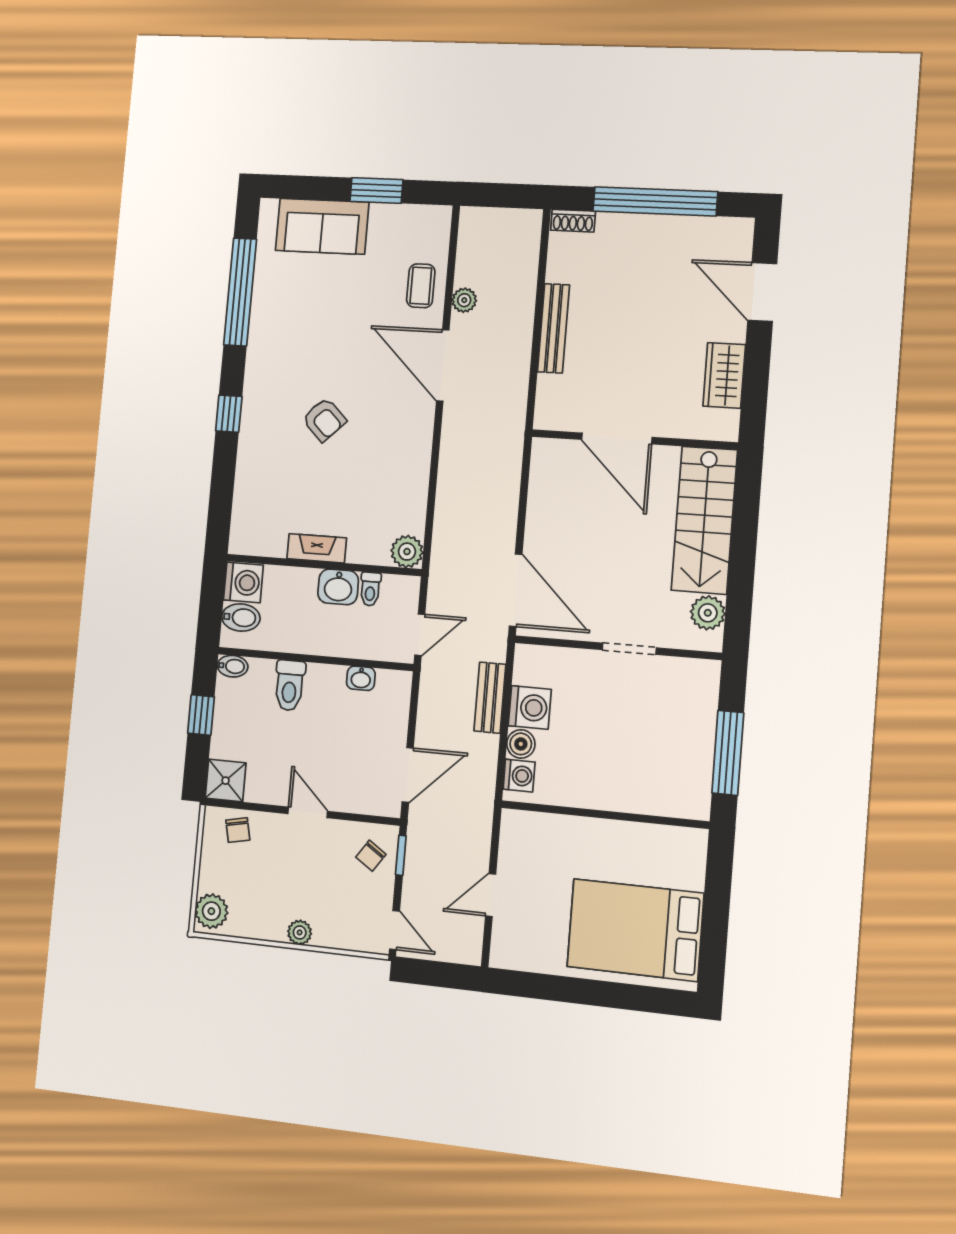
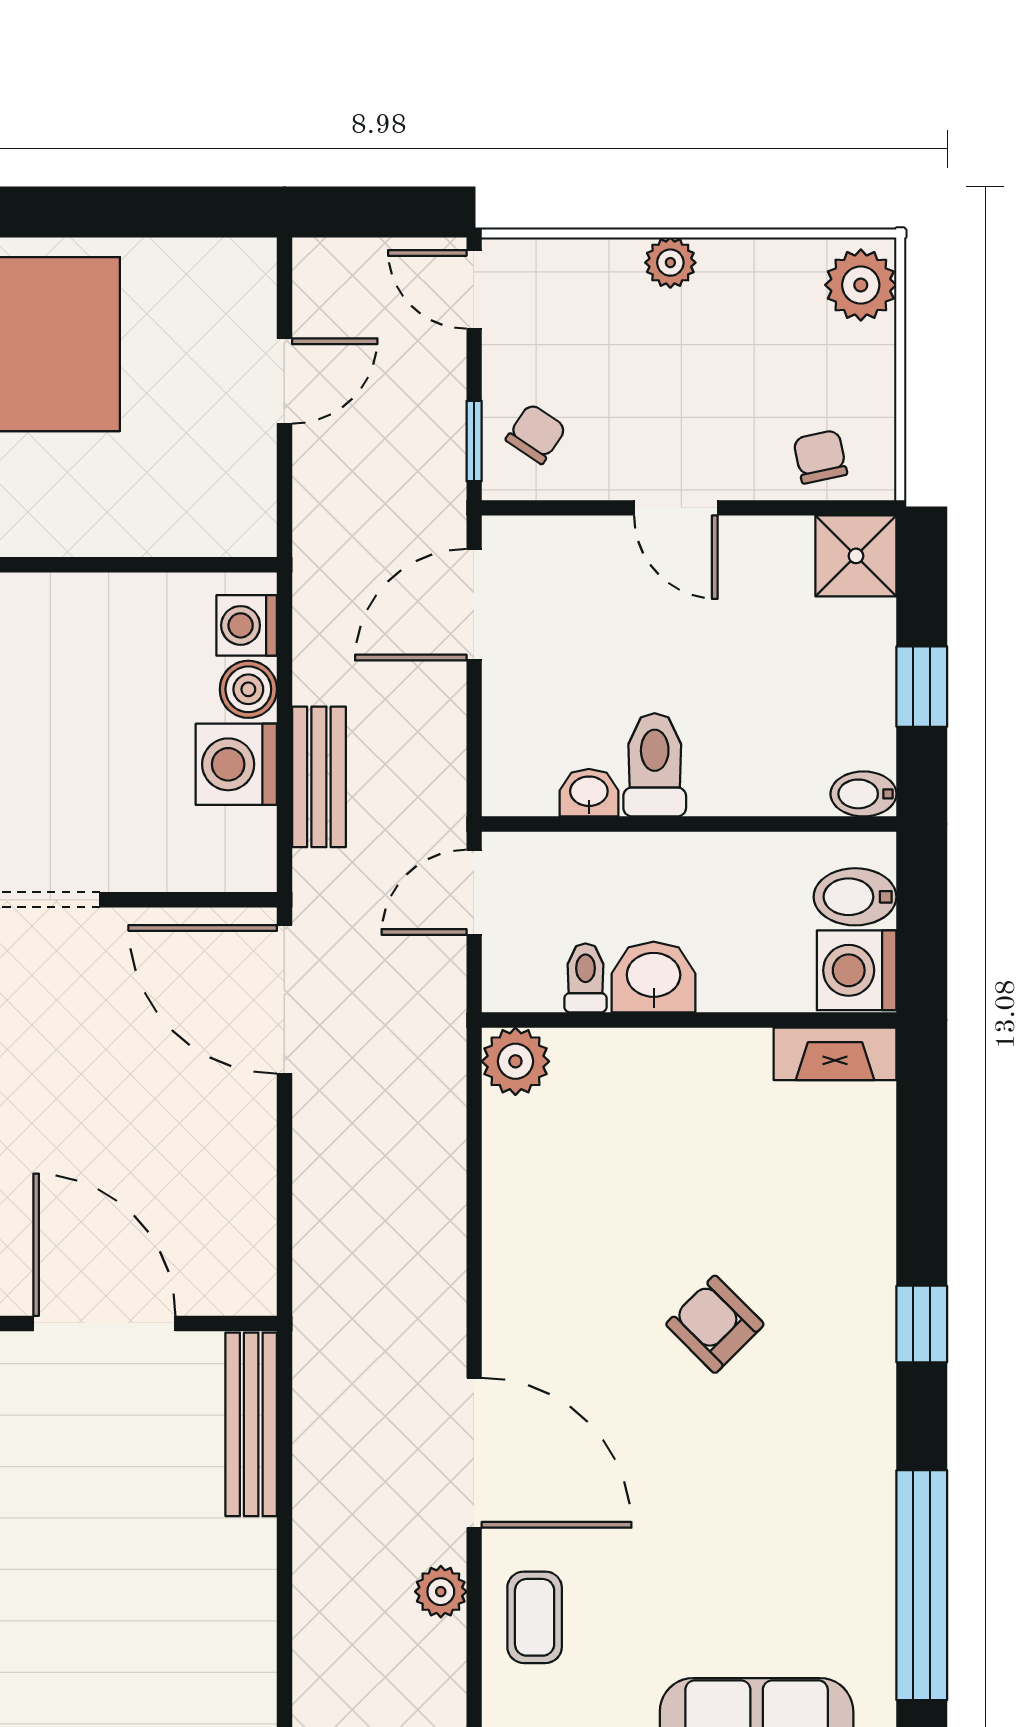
bench: (553, 328) -> (251, 1424), moved
fireplace: (317, 548) -> (835, 1054), moved
toilet: (290, 685) -> (655, 765), moved

